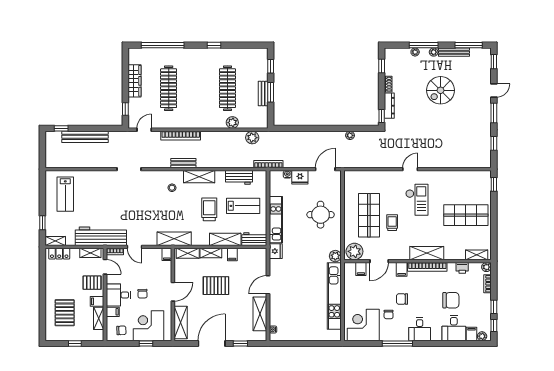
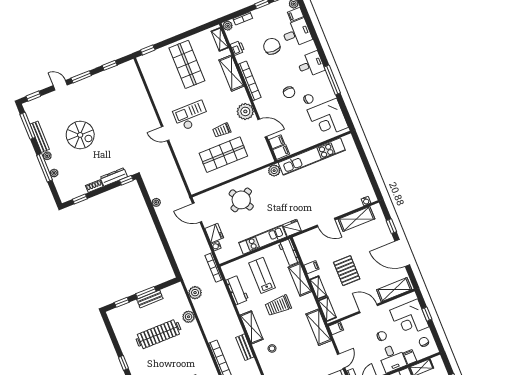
round table: (321, 215) -> (241, 200), turned -30
plant: (354, 251) -> (245, 111), moved
shelving: (427, 253) -> (231, 73), moved
filing cabinet: (402, 269) -> (281, 152), moved

